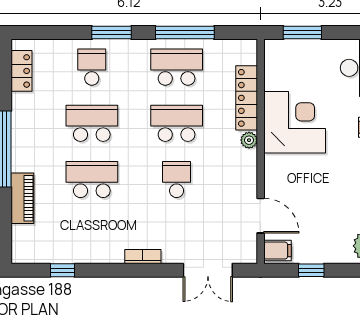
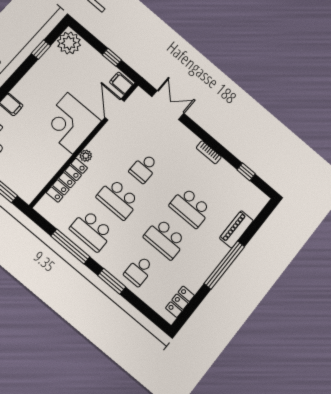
corner desk: (295, 122) -> (70, 123), moved
bookcase: (143, 257) -> (209, 152), moved

